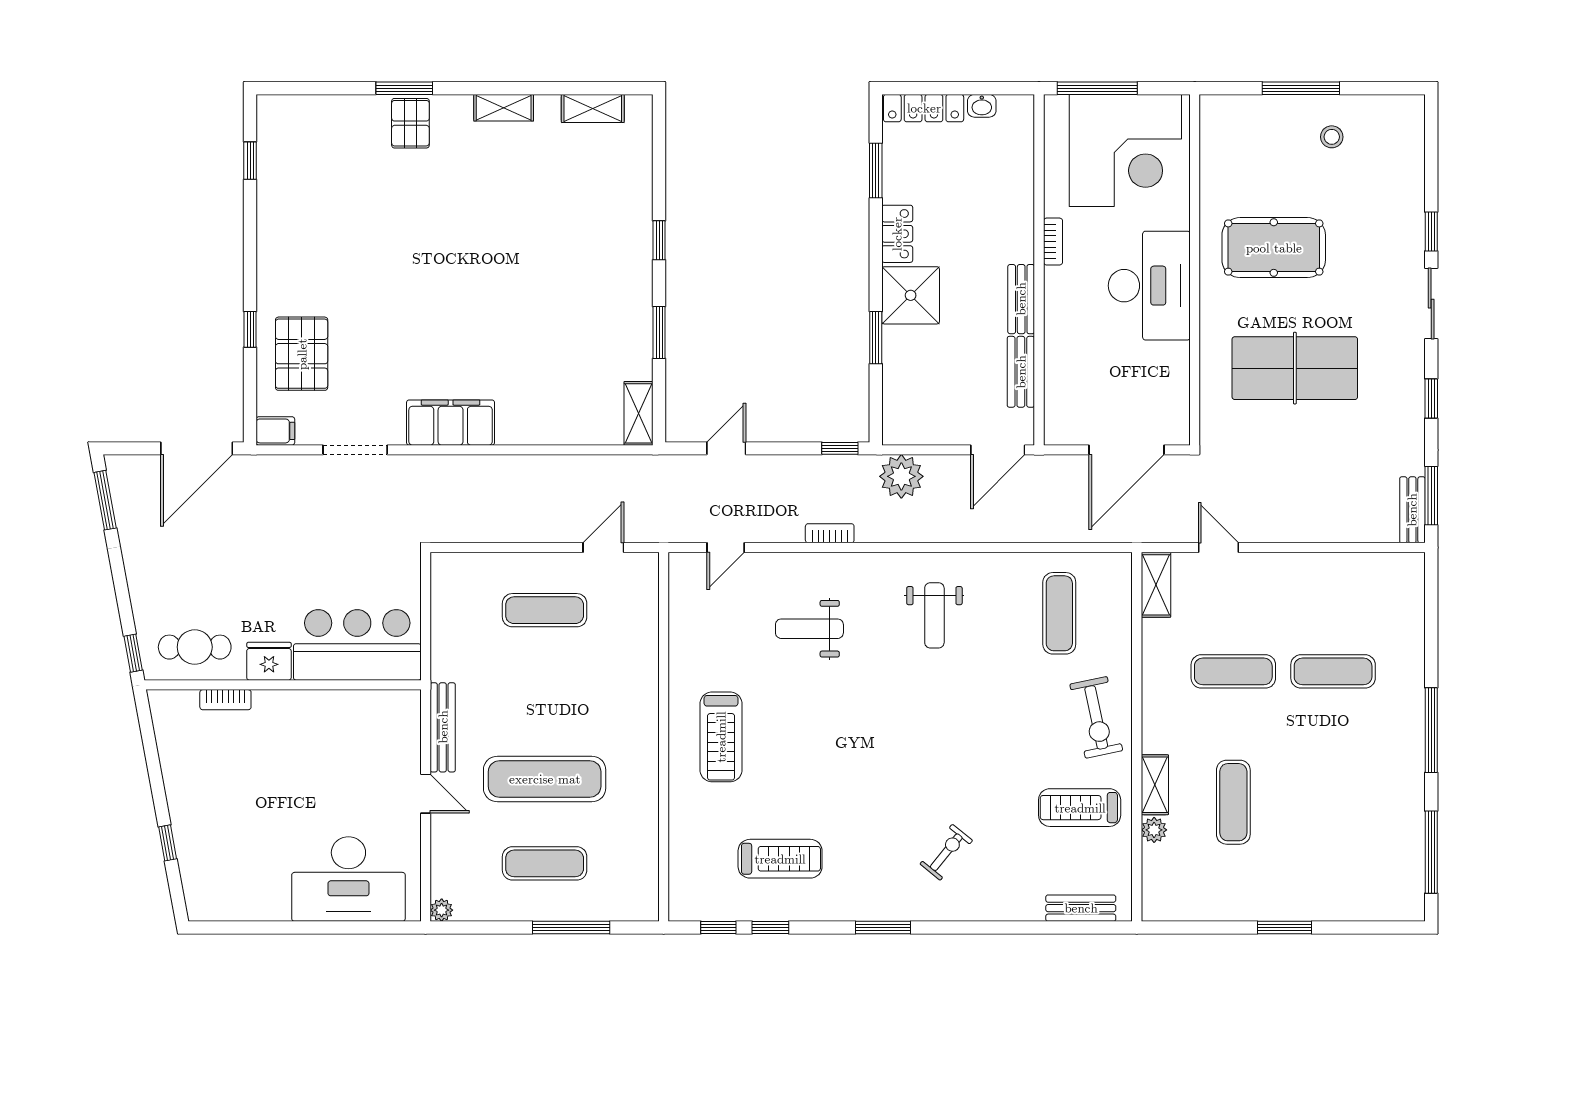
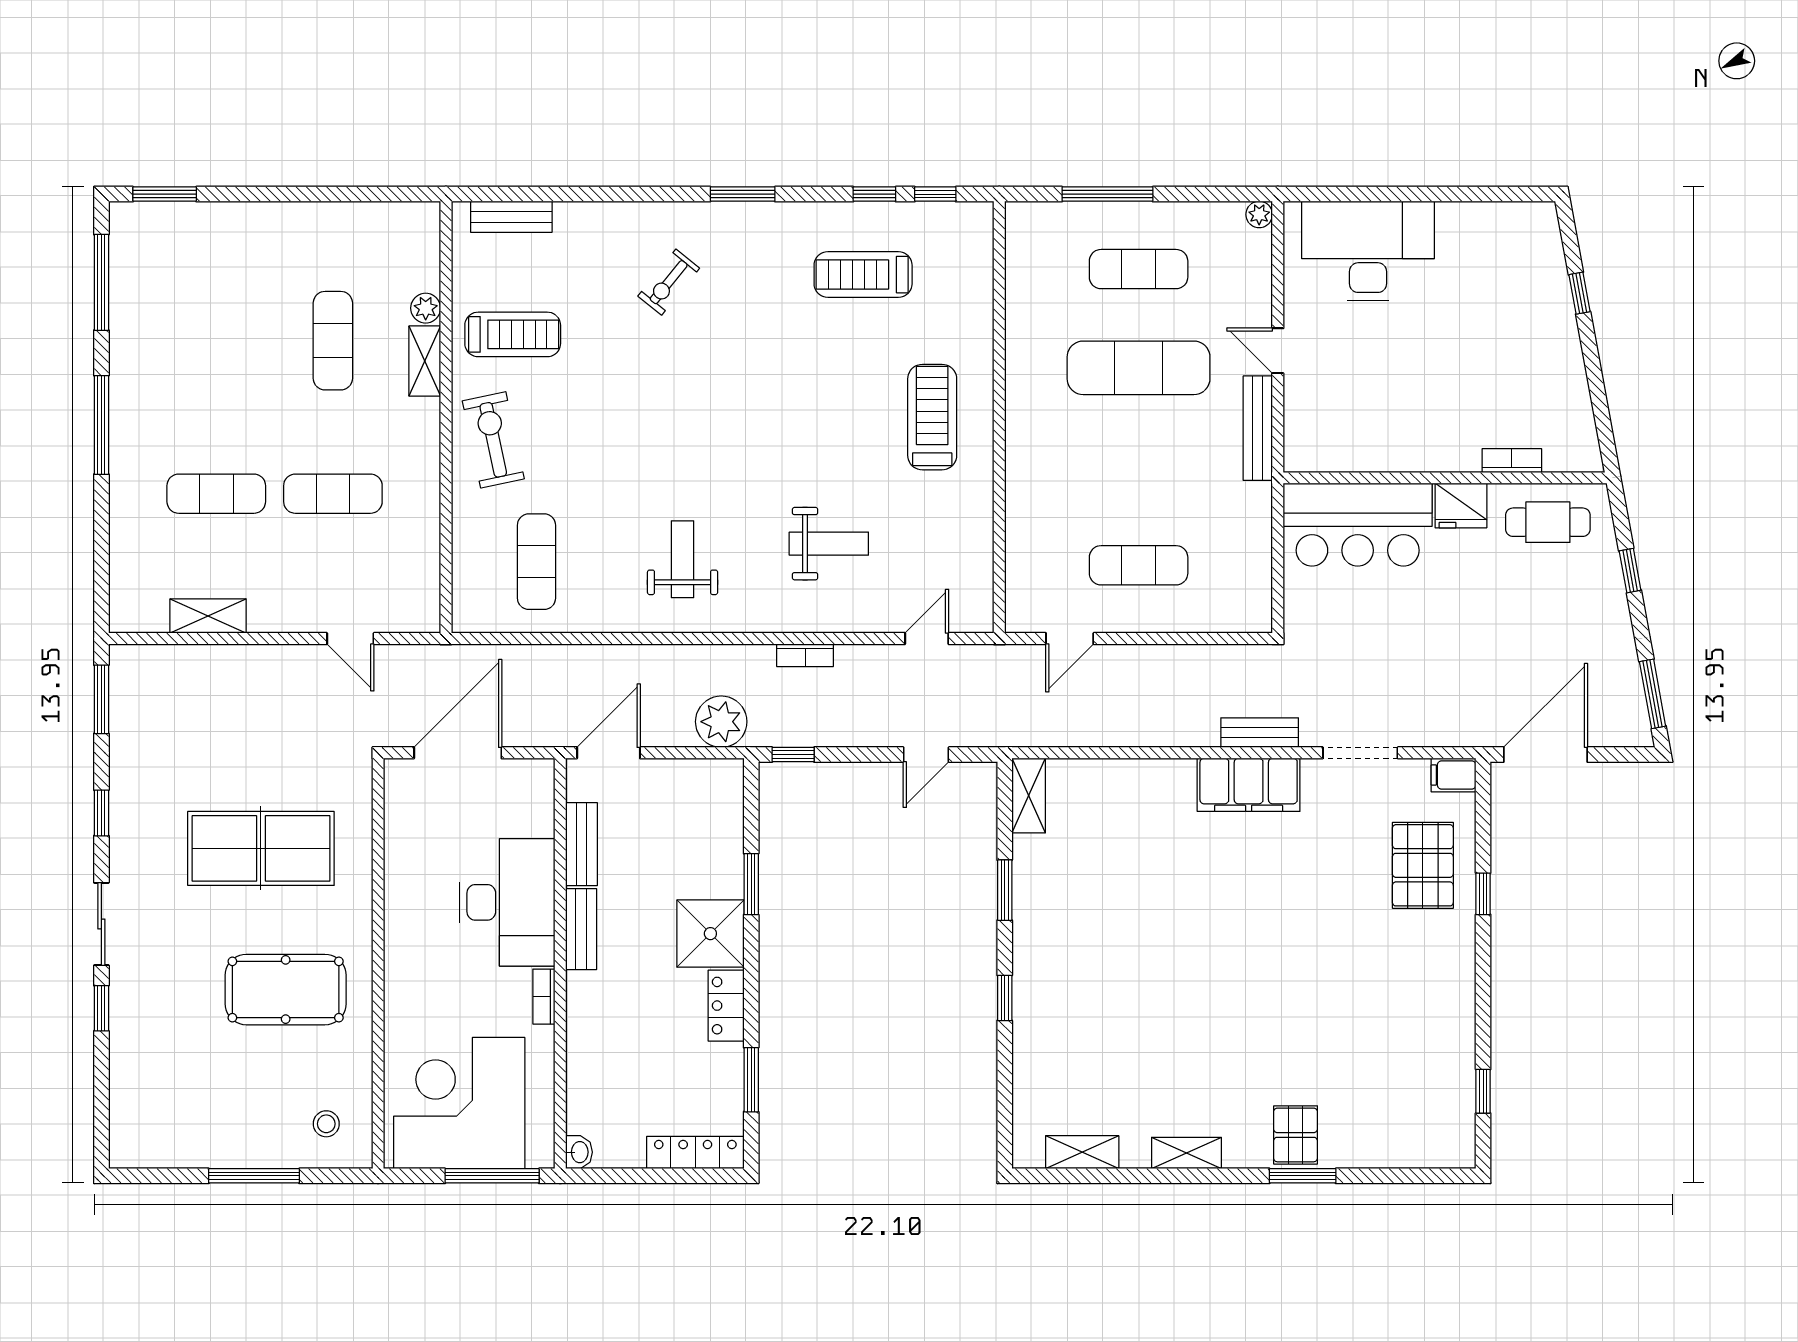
washbasin: (982, 106) -> (579, 1152), moved, turned 90
stool: (1332, 137) -> (326, 1124), moved
desk: (1149, 286) -> (507, 902), moved, turned 180
bench: (1412, 510) -> (1260, 733), moved, turned 90
shelving: (1156, 585) -> (208, 616), moved, turned 90
window: (133, 653) -> (1630, 571), moved
window: (1284, 928) -> (165, 194), moved

